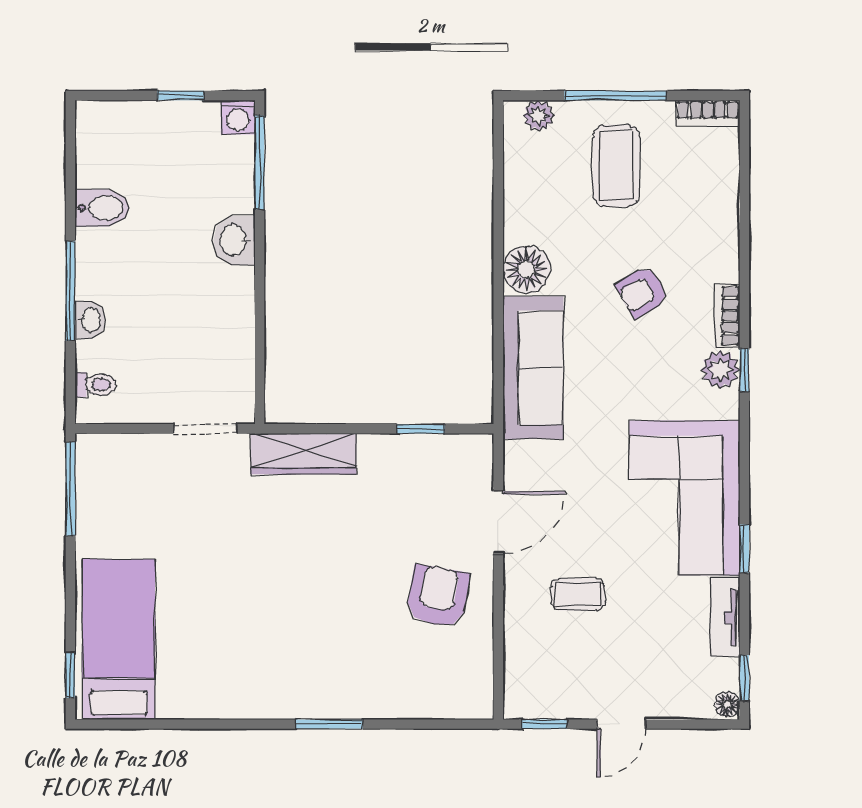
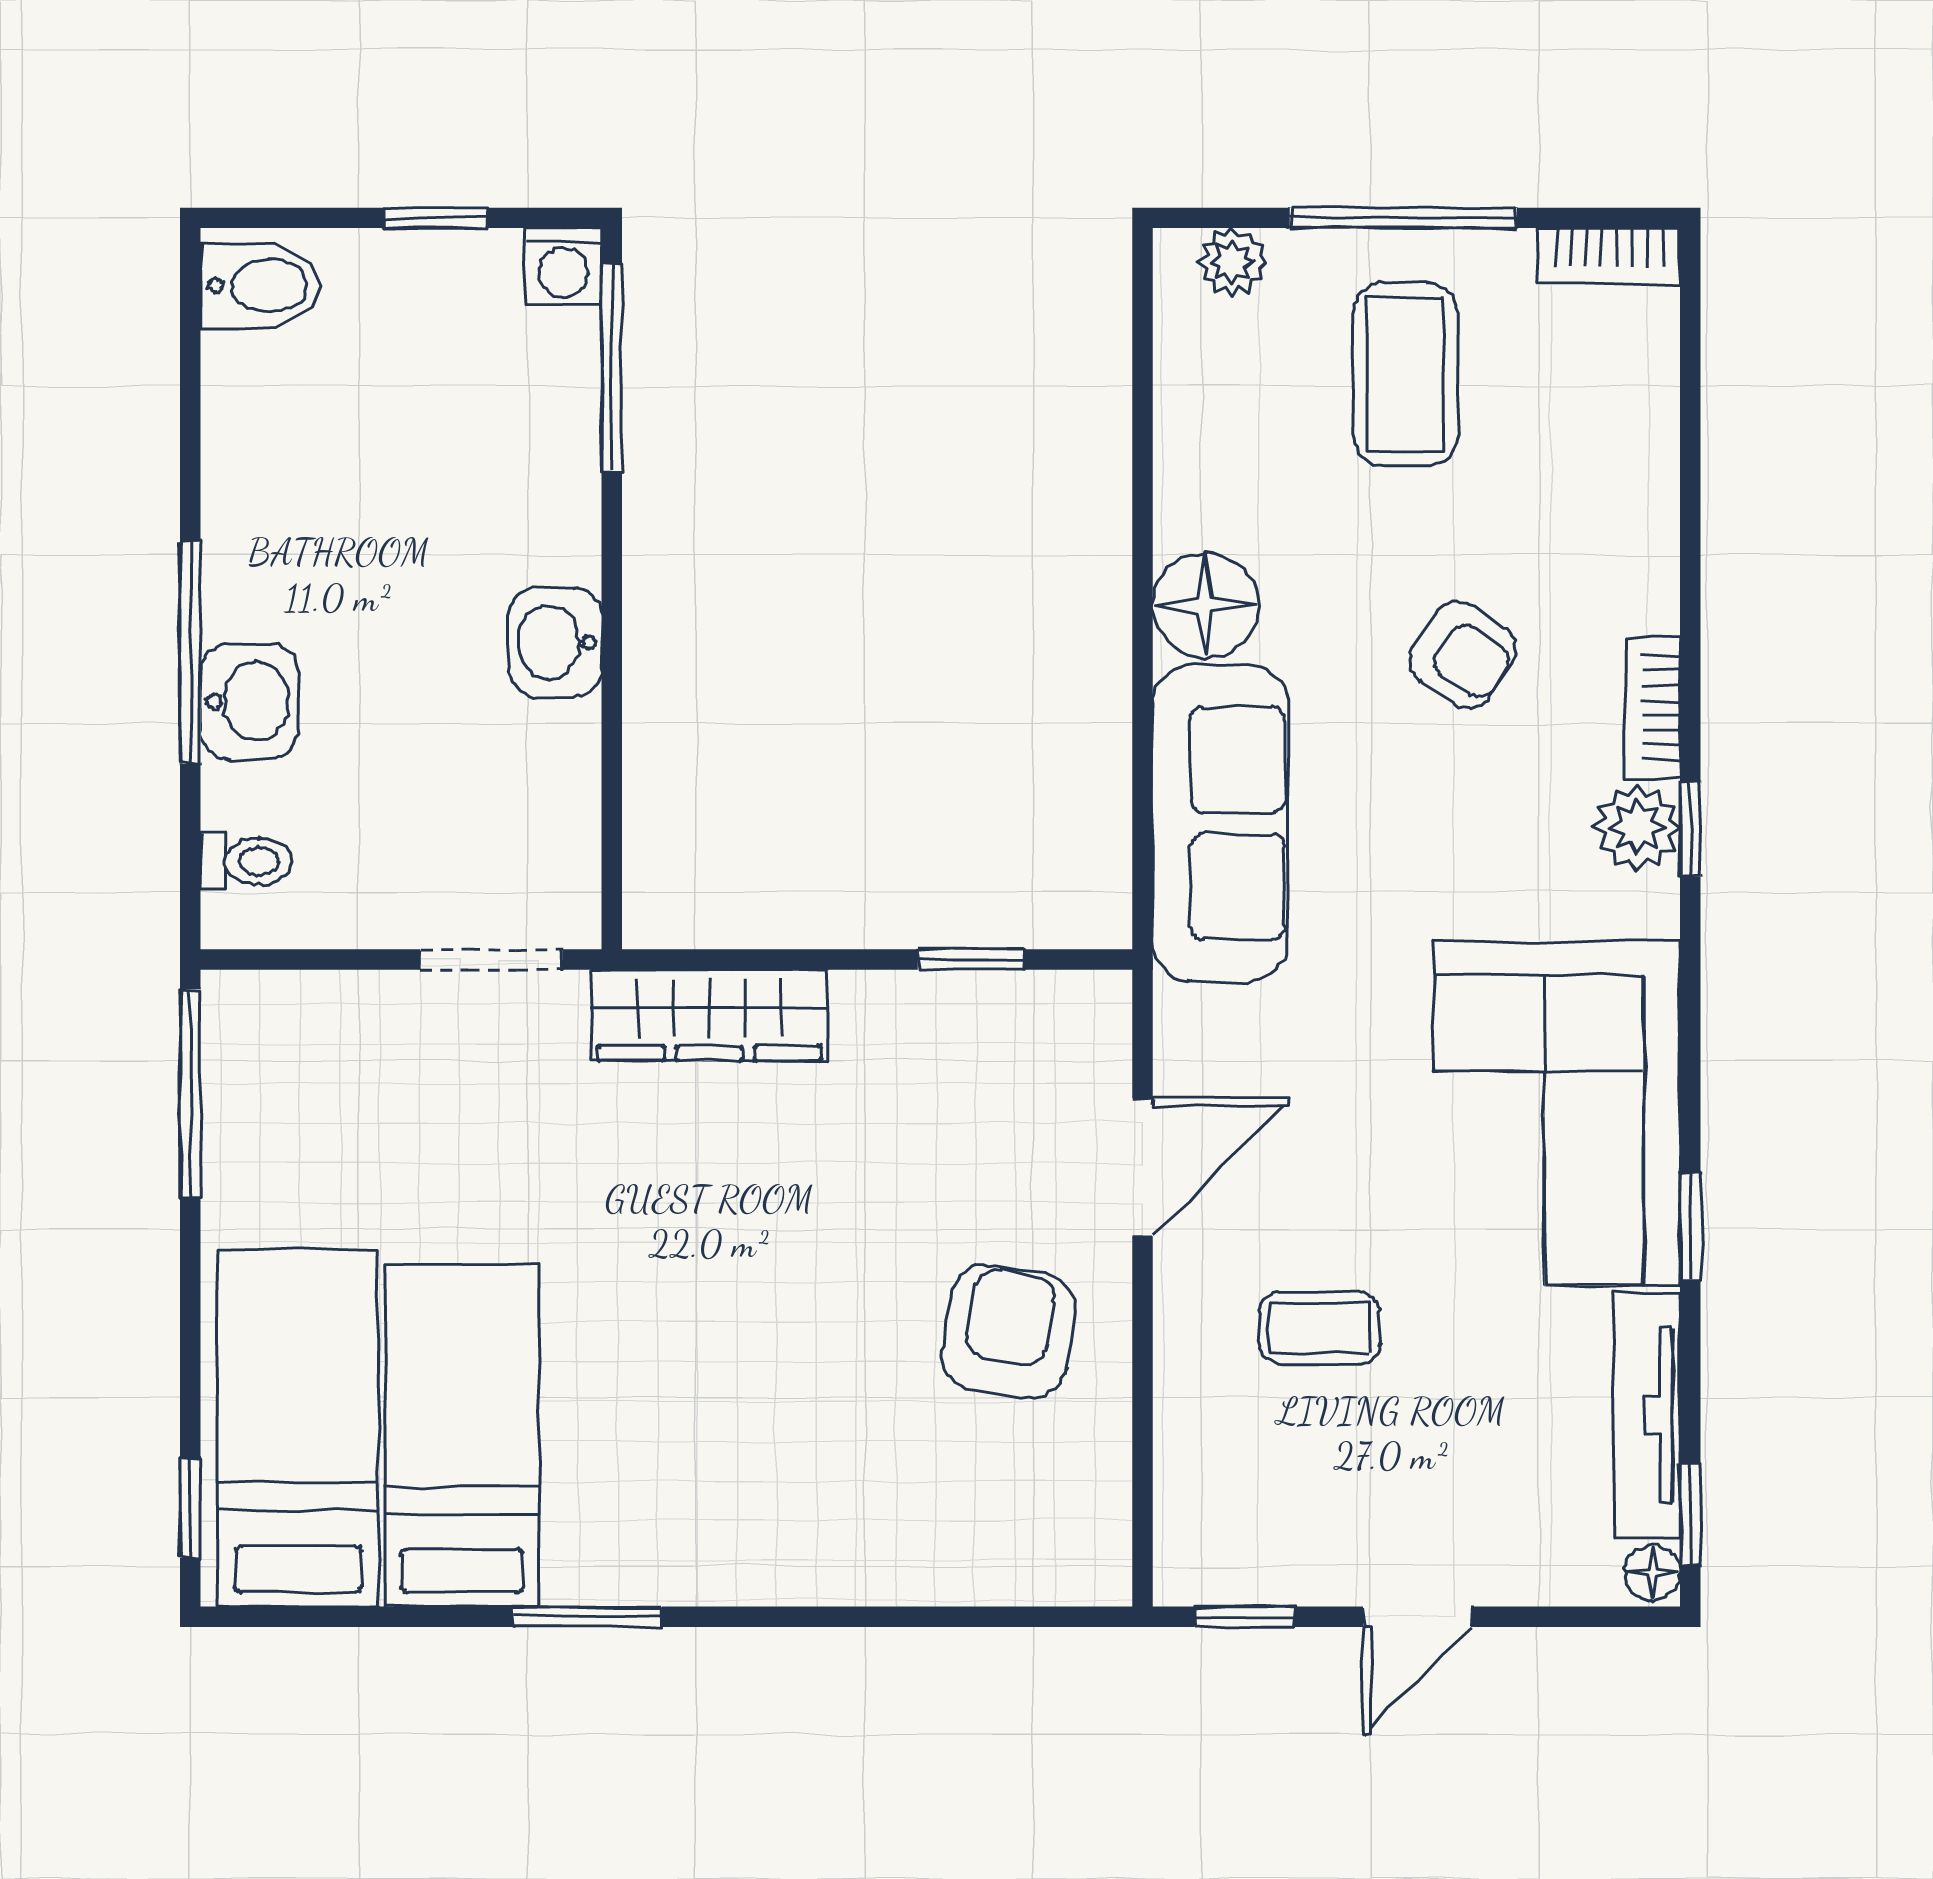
bidet: (102, 208) -> (261, 286), moved
washbasin: (234, 240) -> (555, 642), moved
armchair: (642, 292) -> (1463, 655), turned -116
washbasin: (90, 320) -> (250, 701), width x1.38, depth x1.45
tv unit: (725, 618) -> (1647, 1415), width x1.41
bed: (192, 643) -> (462, 1436), added
window: (329, 724) -> (587, 1617), moved

